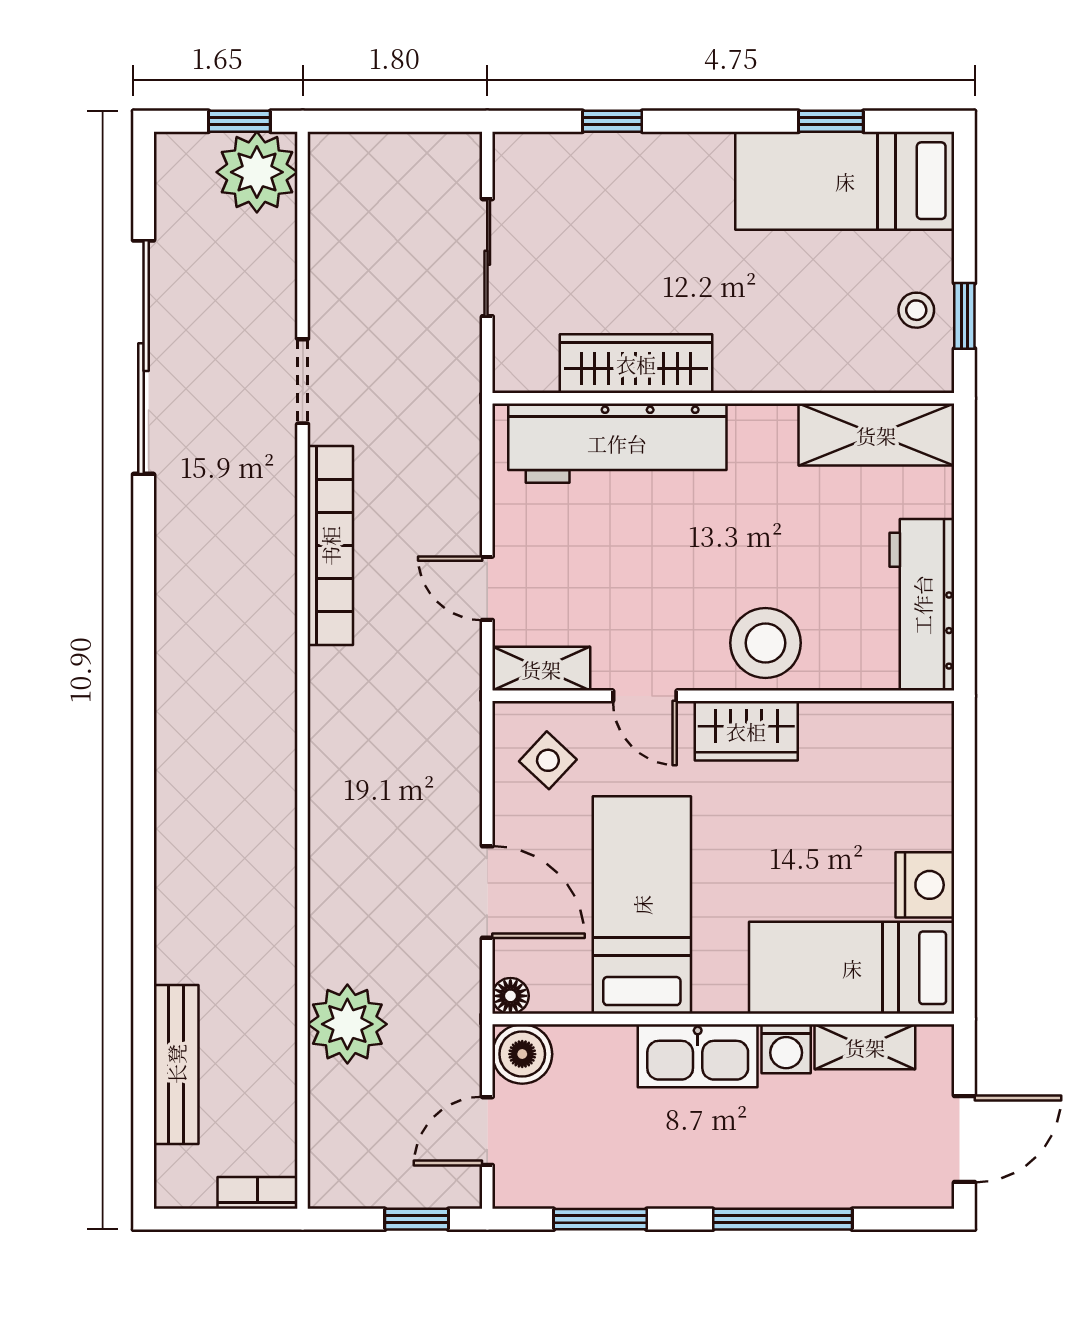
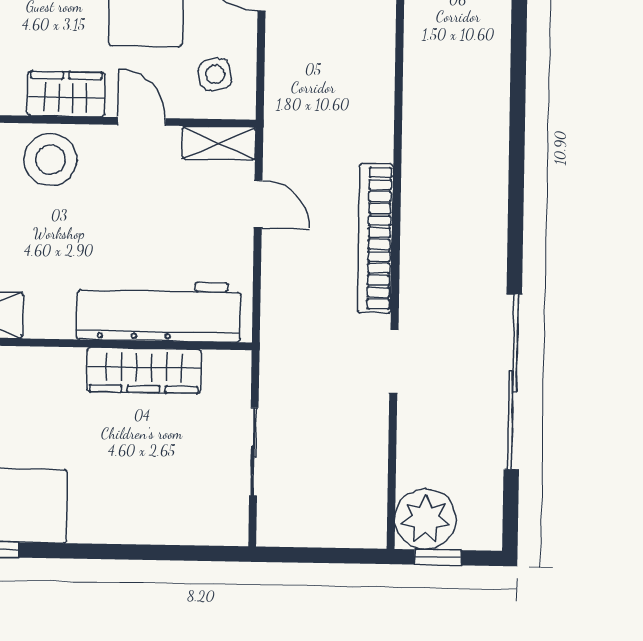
window: (612, 121) -> (158, 552), removed
side table: (548, 760) -> (215, 74), turned 35

